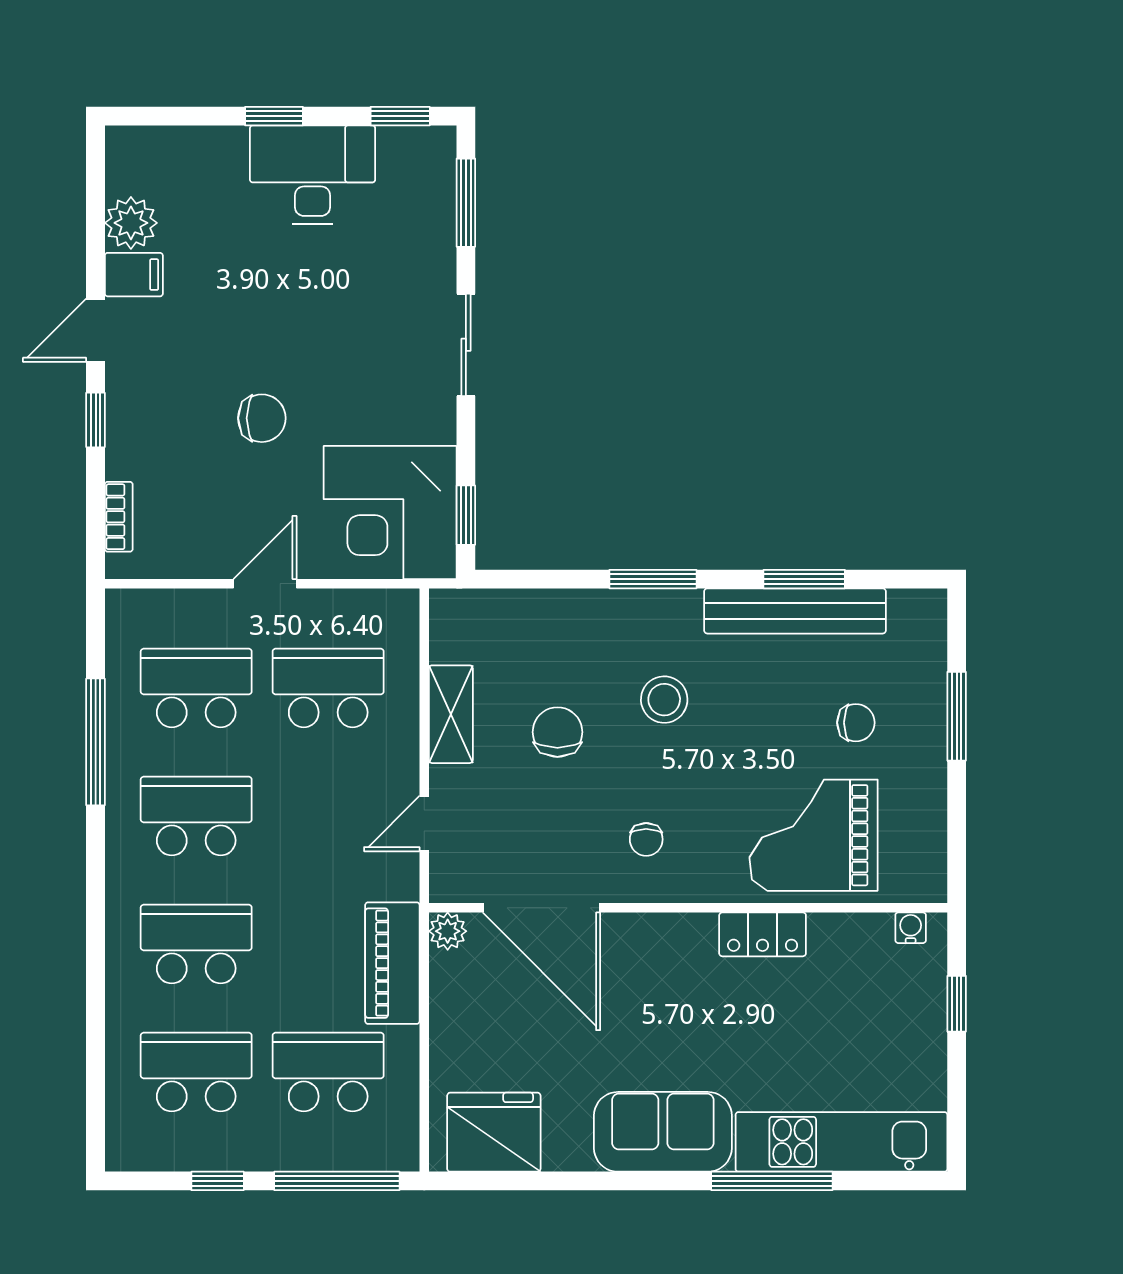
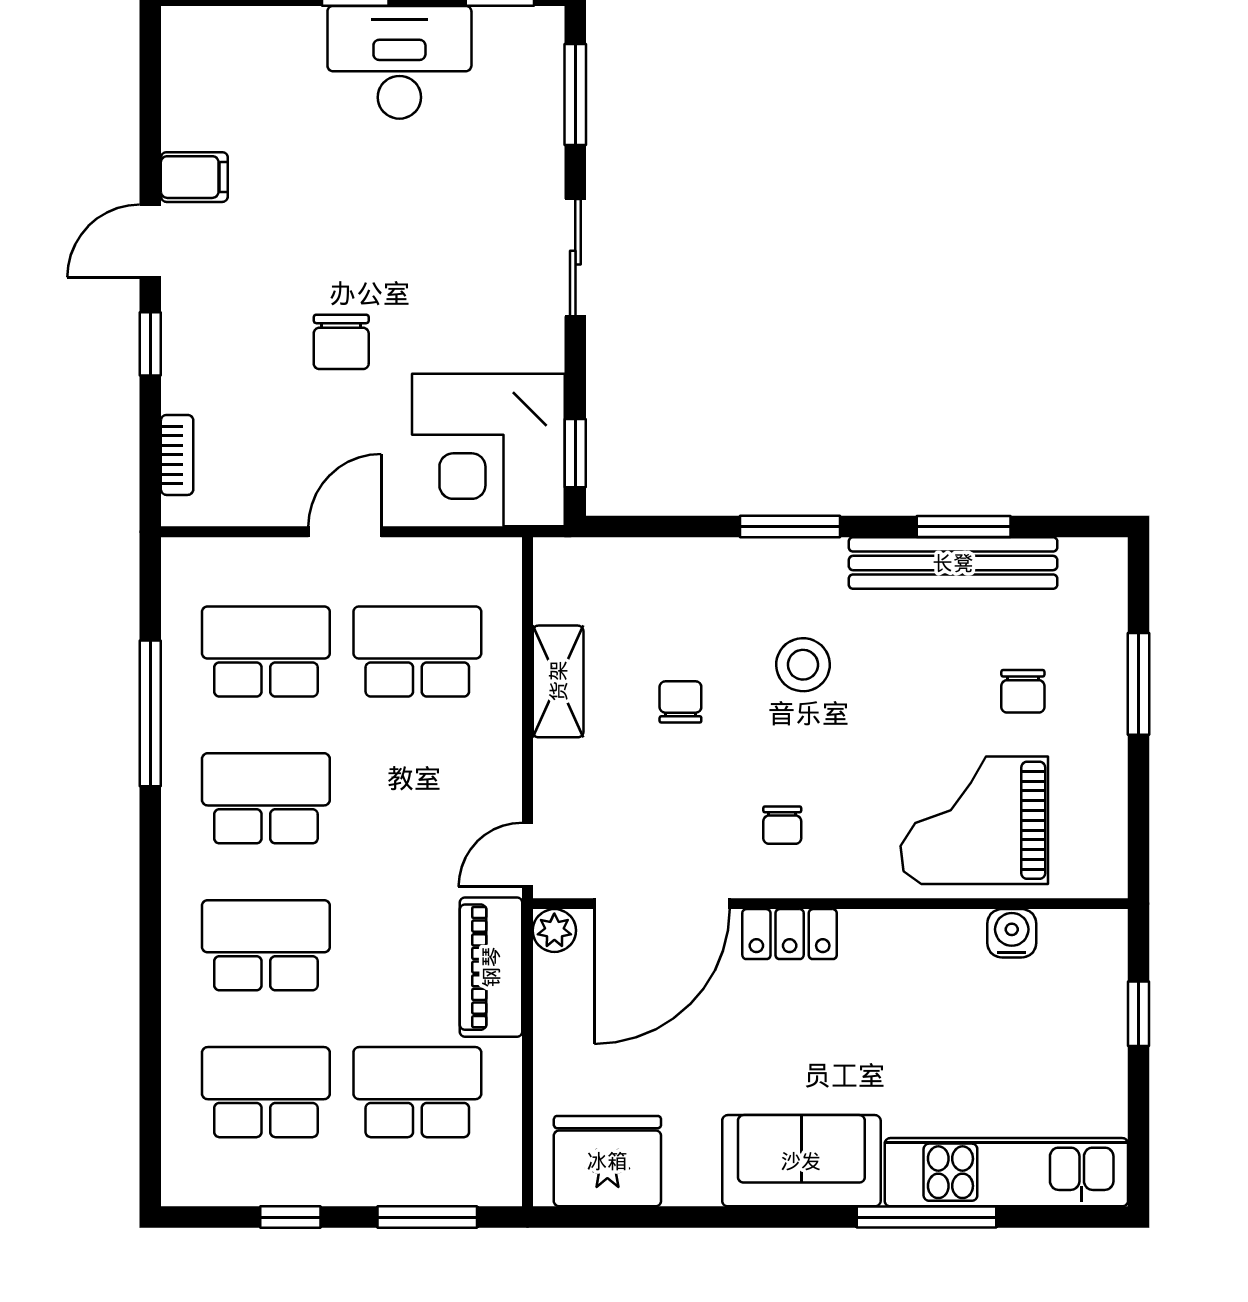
plant: (131, 223) -> (191, 118), removed
chair: (262, 418) -> (341, 342), turned 90
chair: (856, 723) -> (1023, 691), turned 90
chair: (557, 732) -> (680, 702), width x0.73, depth x0.73
door: (424, 823) -> (528, 855), moved
door: (541, 908) -> (662, 904), hinge flipped
water cooler: (911, 928) -> (1012, 933), moved, width x1.38, depth x1.38
locker: (763, 934) -> (790, 934), moved
window: (337, 1181) -> (427, 1217), width x0.69

